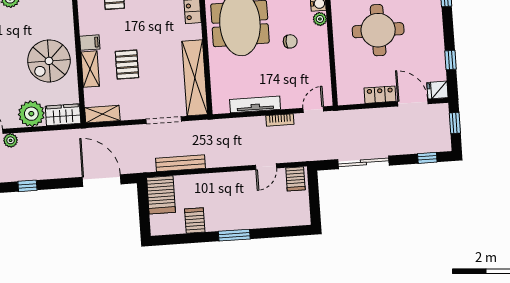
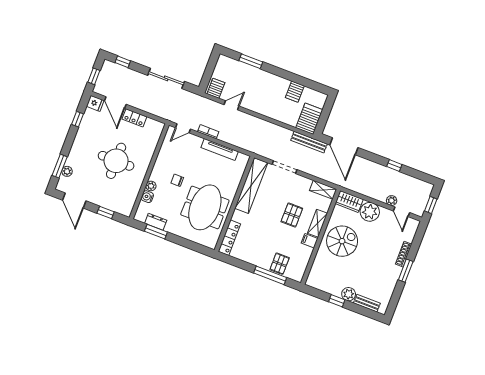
bench: (181, 163) -> (309, 142), moved
window: (234, 235) -> (251, 61), moved

